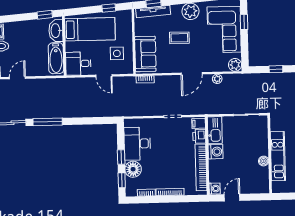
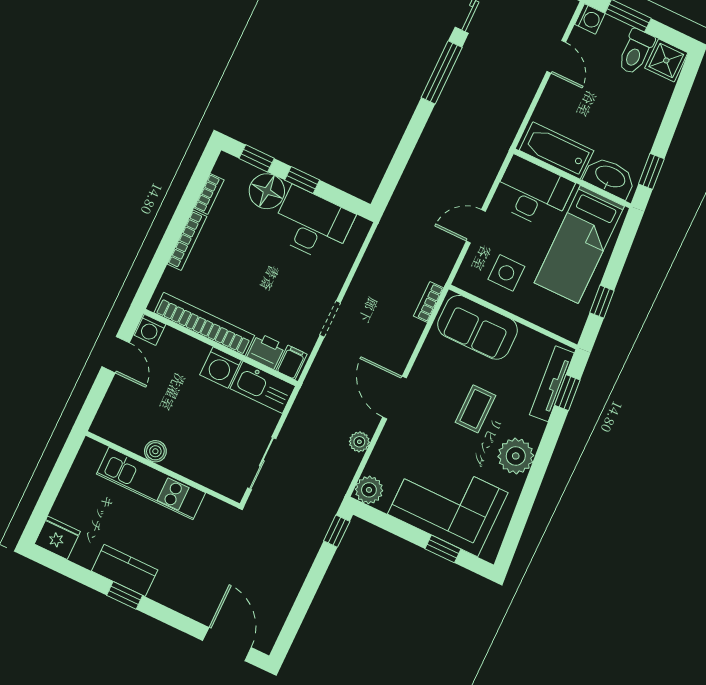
desk: (78, 64) -> (533, 192), width x1.37
window: (276, 69) -> (337, 531), moved

